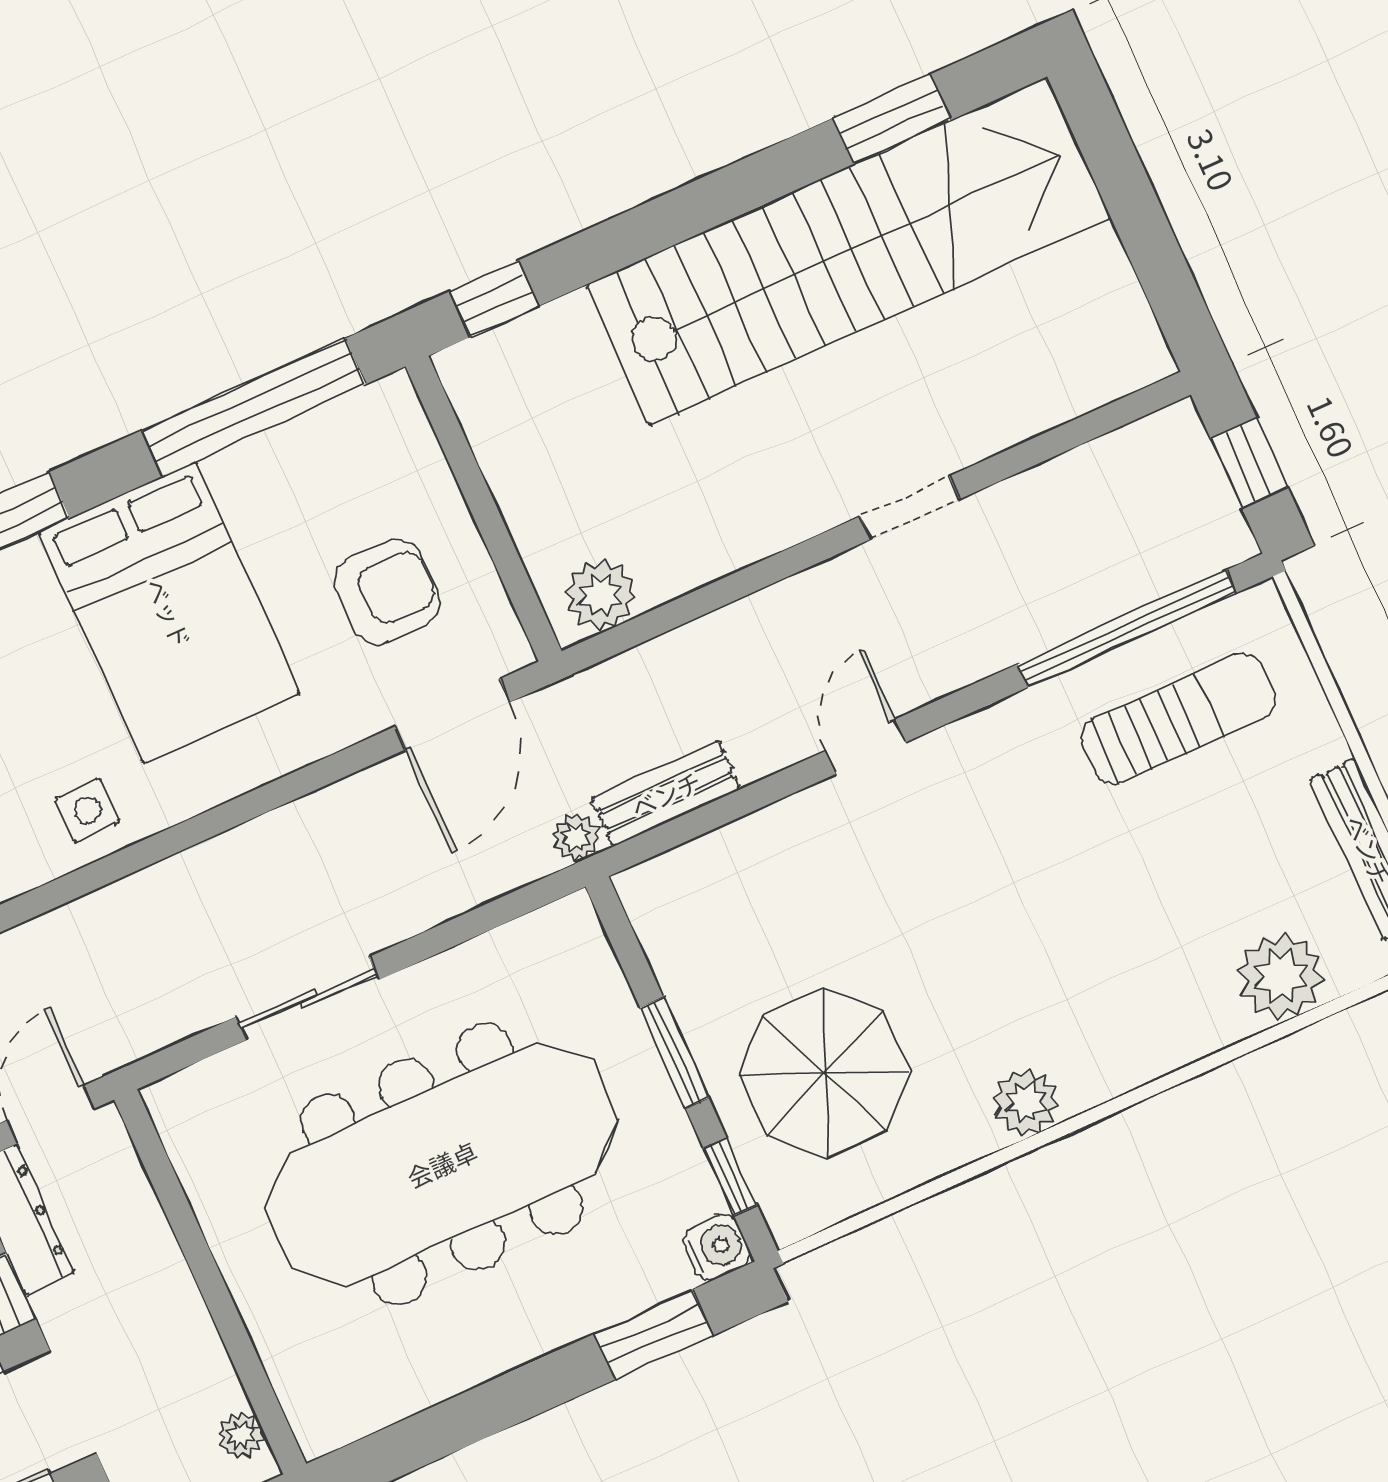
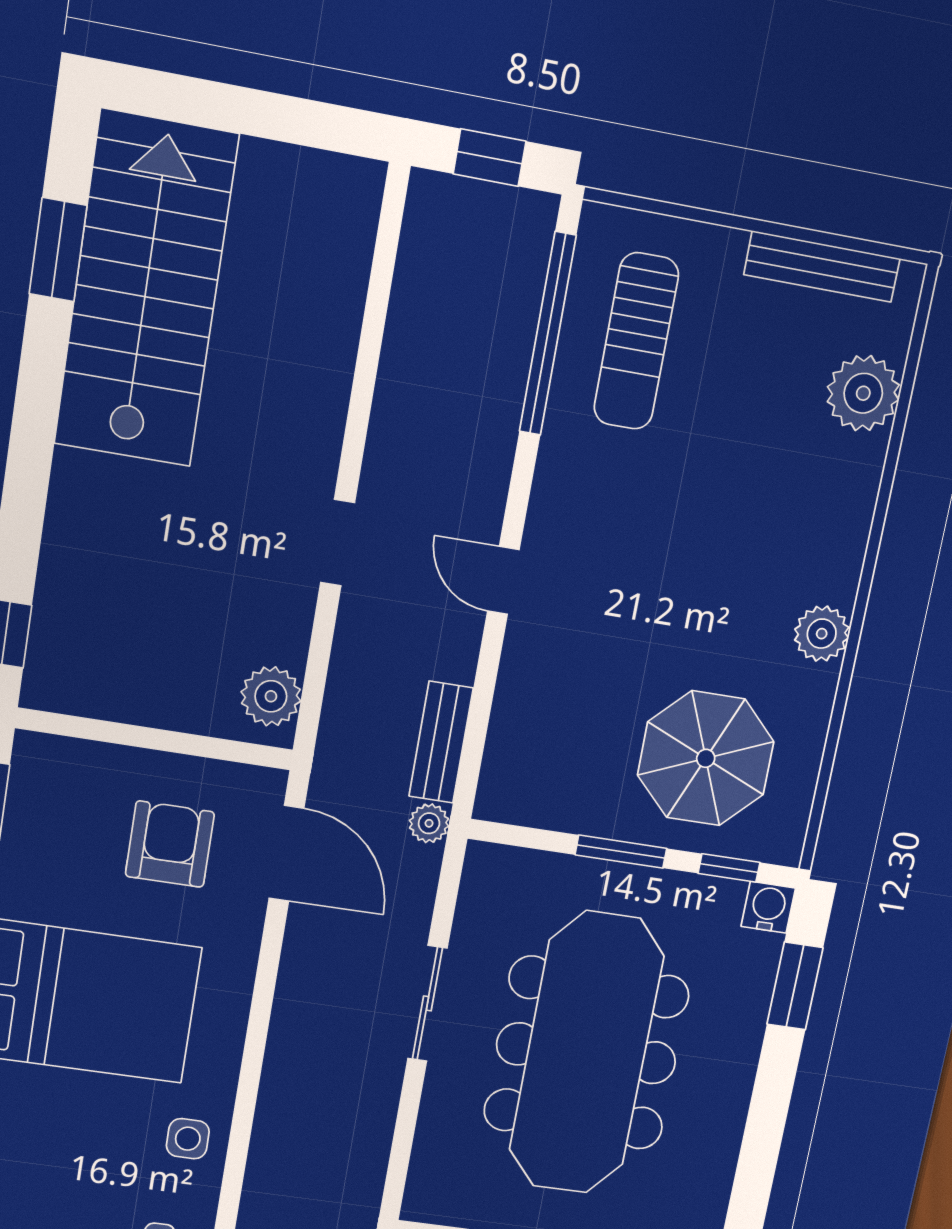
stairs: (848, 251) -> (146, 290), width x0.73
doorway: (910, 508) -> (338, 543), moved
sun lounger: (1178, 719) -> (636, 341), turned 180
sliding door: (308, 998) -> (427, 1003), moved

